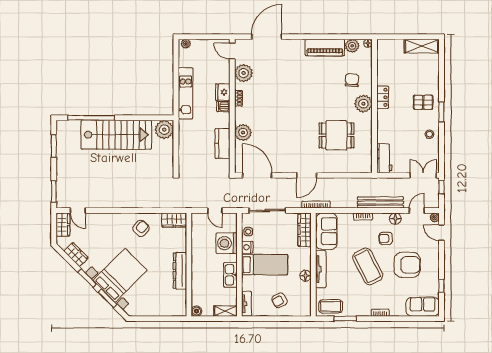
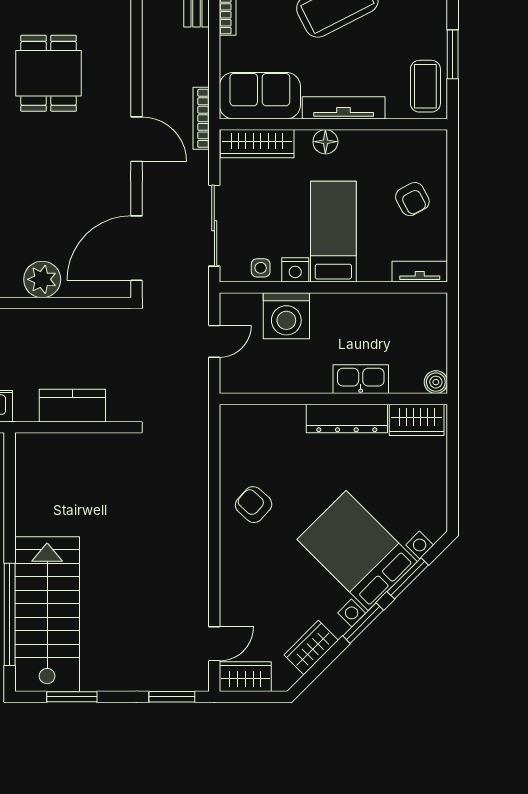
plant: (164, 130) -> (36, 453), removed
stairs: (116, 135) -> (47, 614), moved
kitchen counter: (223, 144) -> (72, 406), moved, turned 180
wardrobe: (174, 220) -> (417, 420), moved, turned 90
kitchen sink: (230, 275) -> (361, 379), moved, turned 180
floor lamp: (305, 276) -> (325, 142), moved
shelving: (225, 311) -> (436, 318), removed

